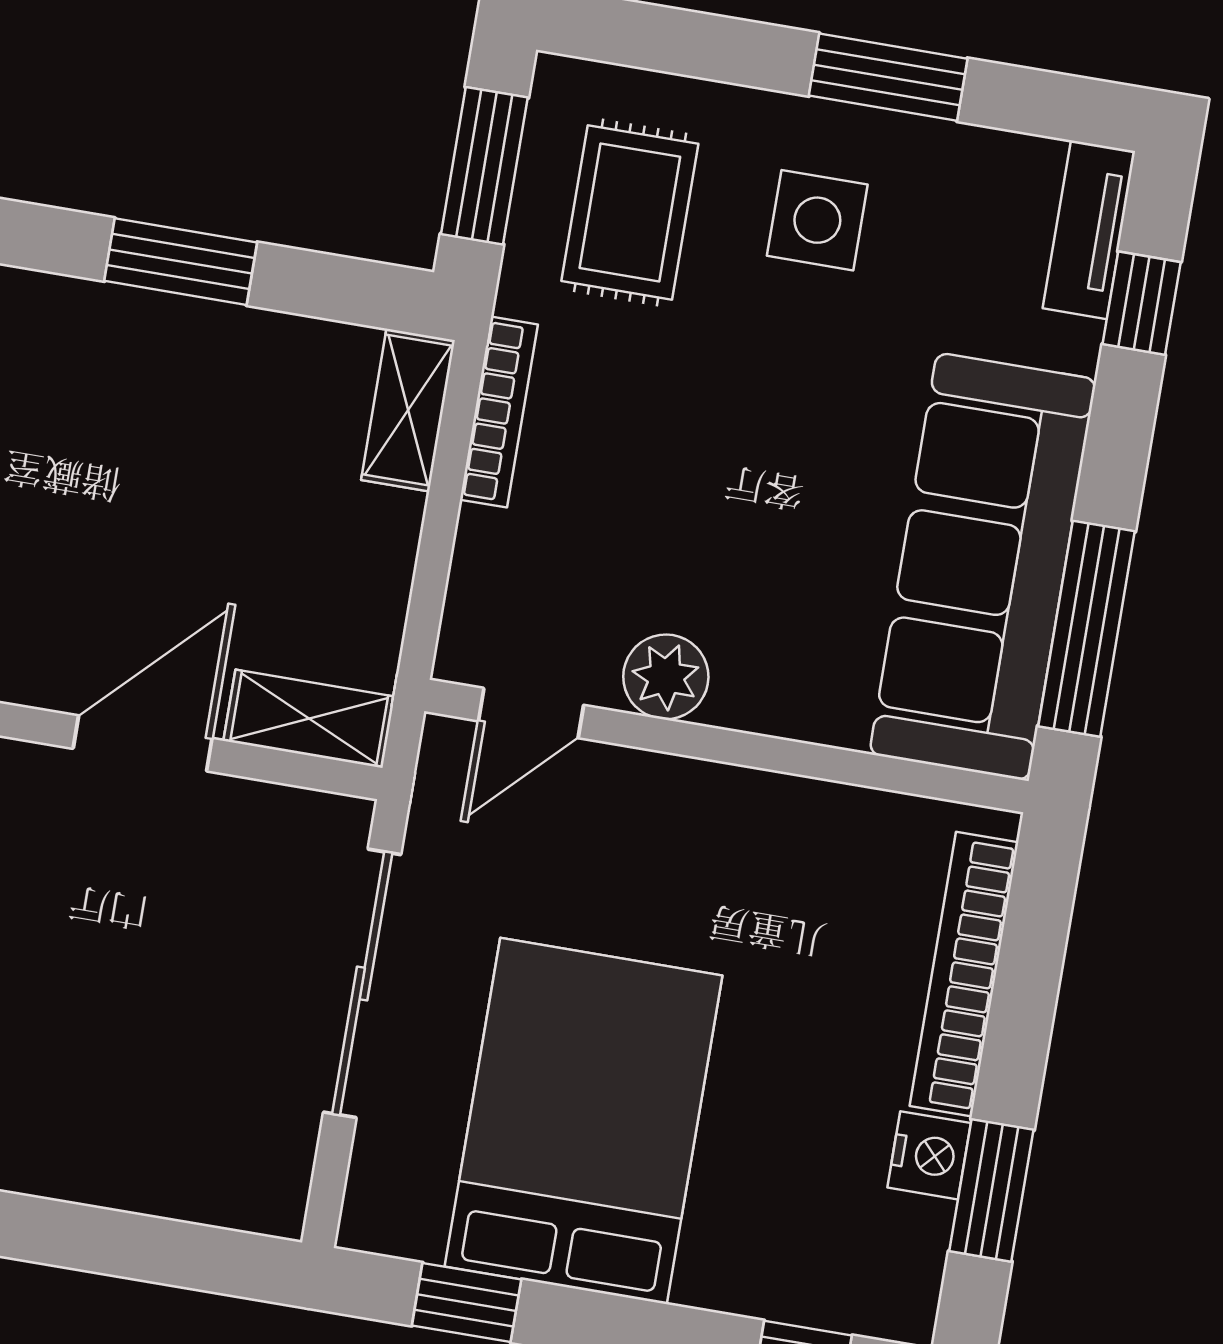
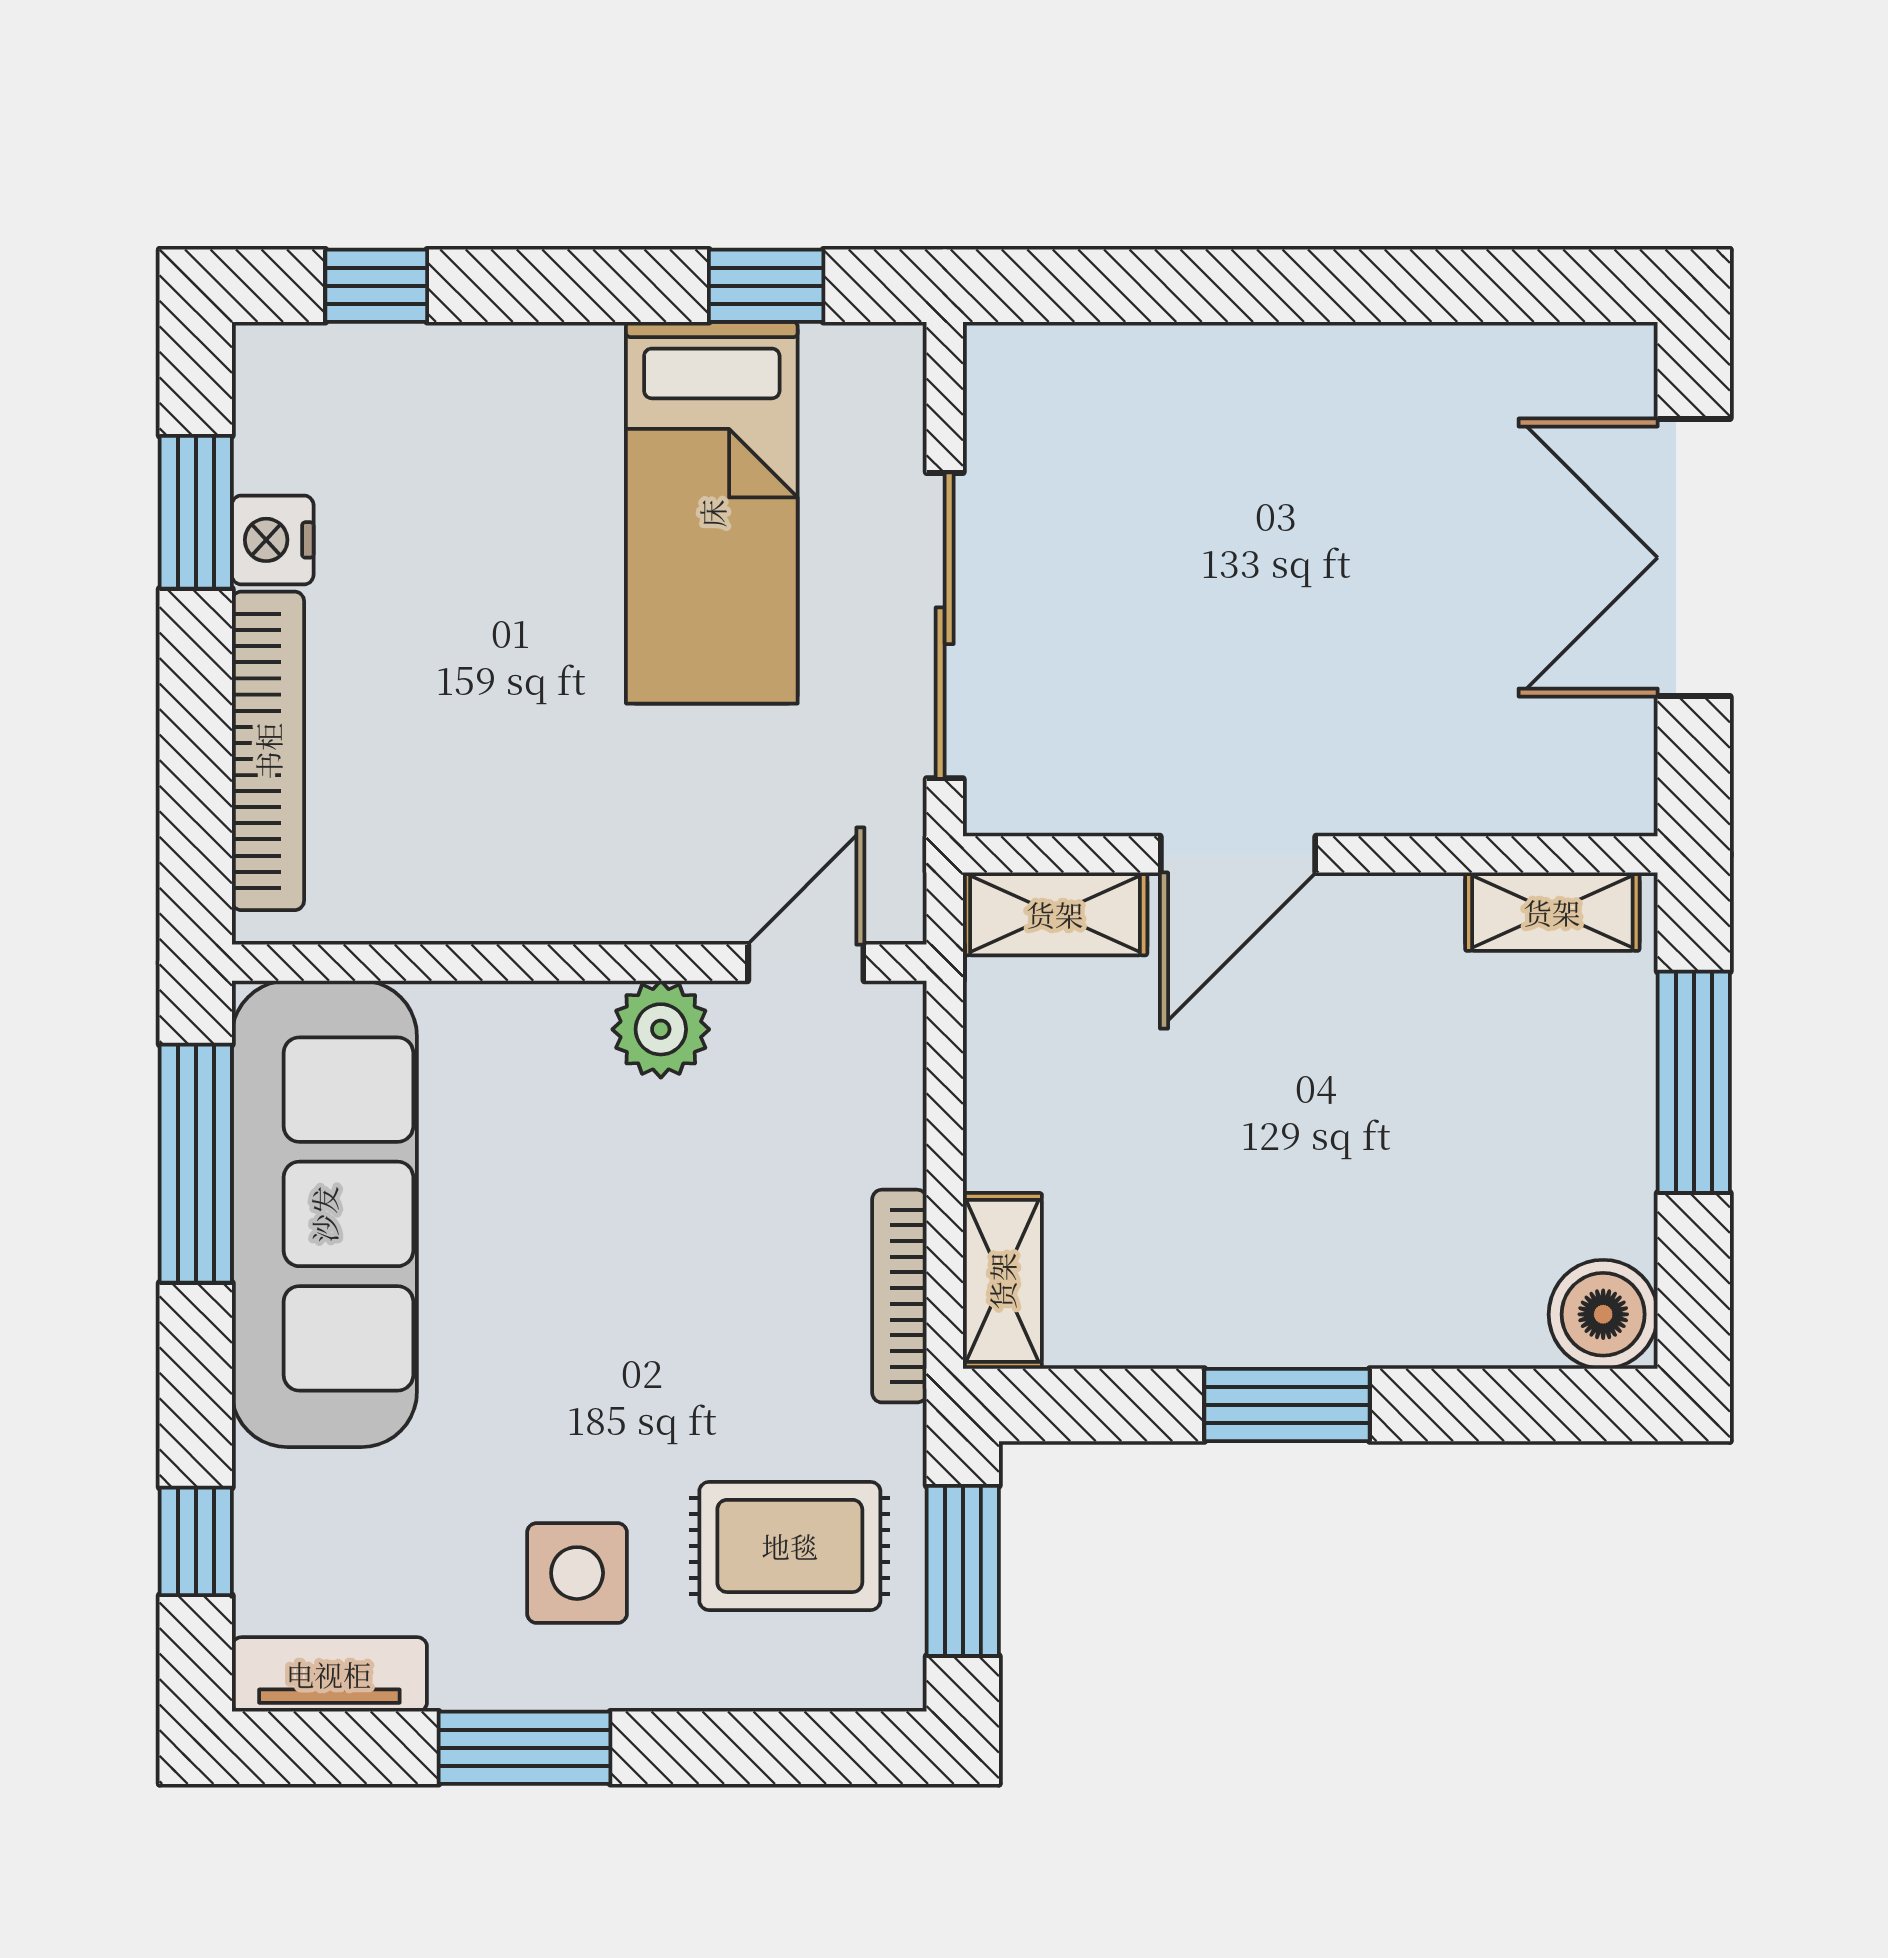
rug: (630, 212) -> (790, 1546), turned 90
tv unit: (1089, 230) -> (329, 1674), moved, turned -90
bed: (584, 1121) -> (712, 513), width x0.67

